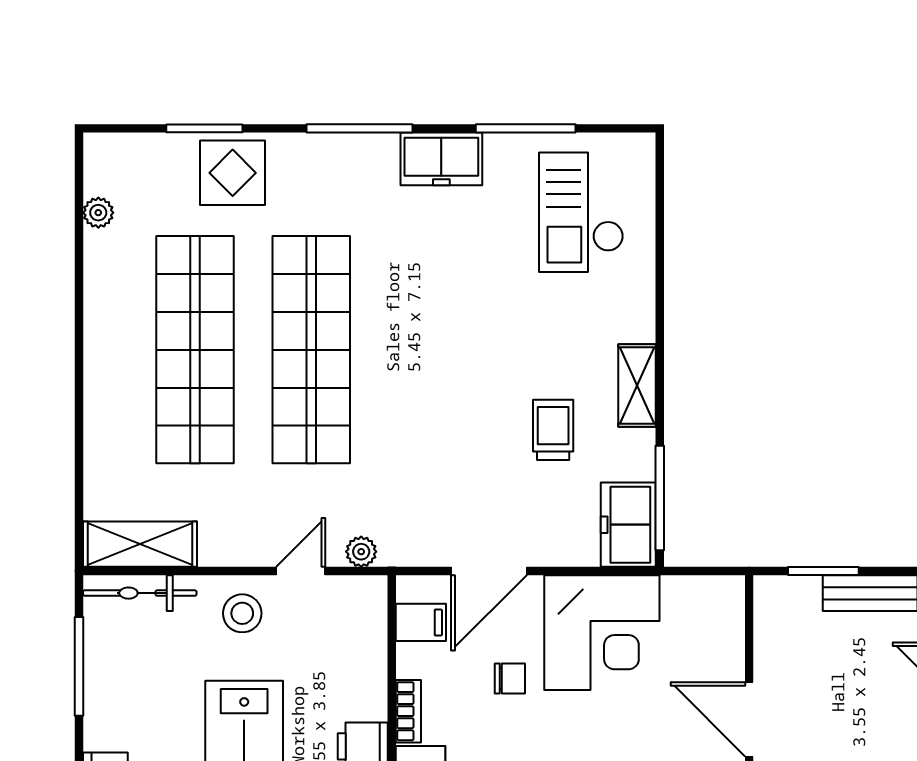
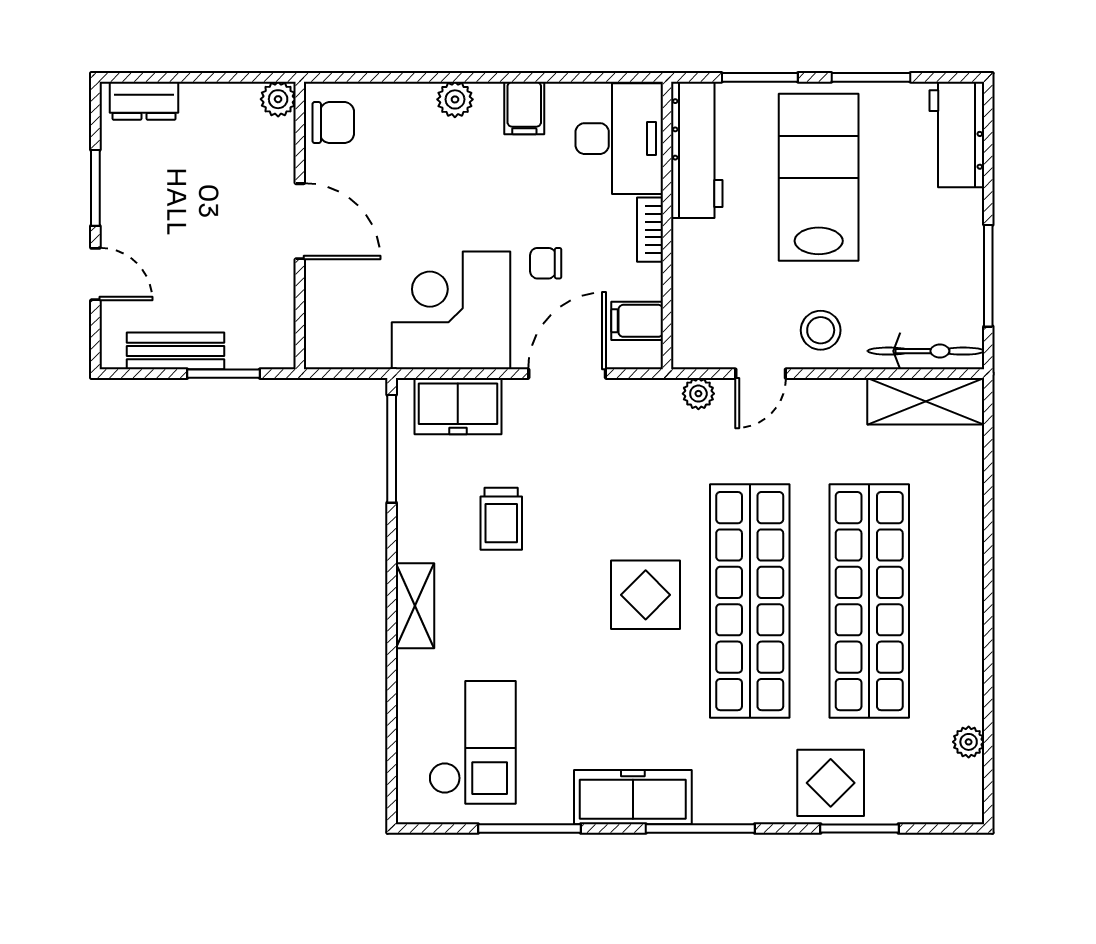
freezer: (441, 159) -> (633, 797), width x1.40
display table: (413, 356) -> (646, 595), added
shelving: (637, 385) -> (415, 606), moved
freezer: (628, 525) -> (458, 406), moved, turned 90

